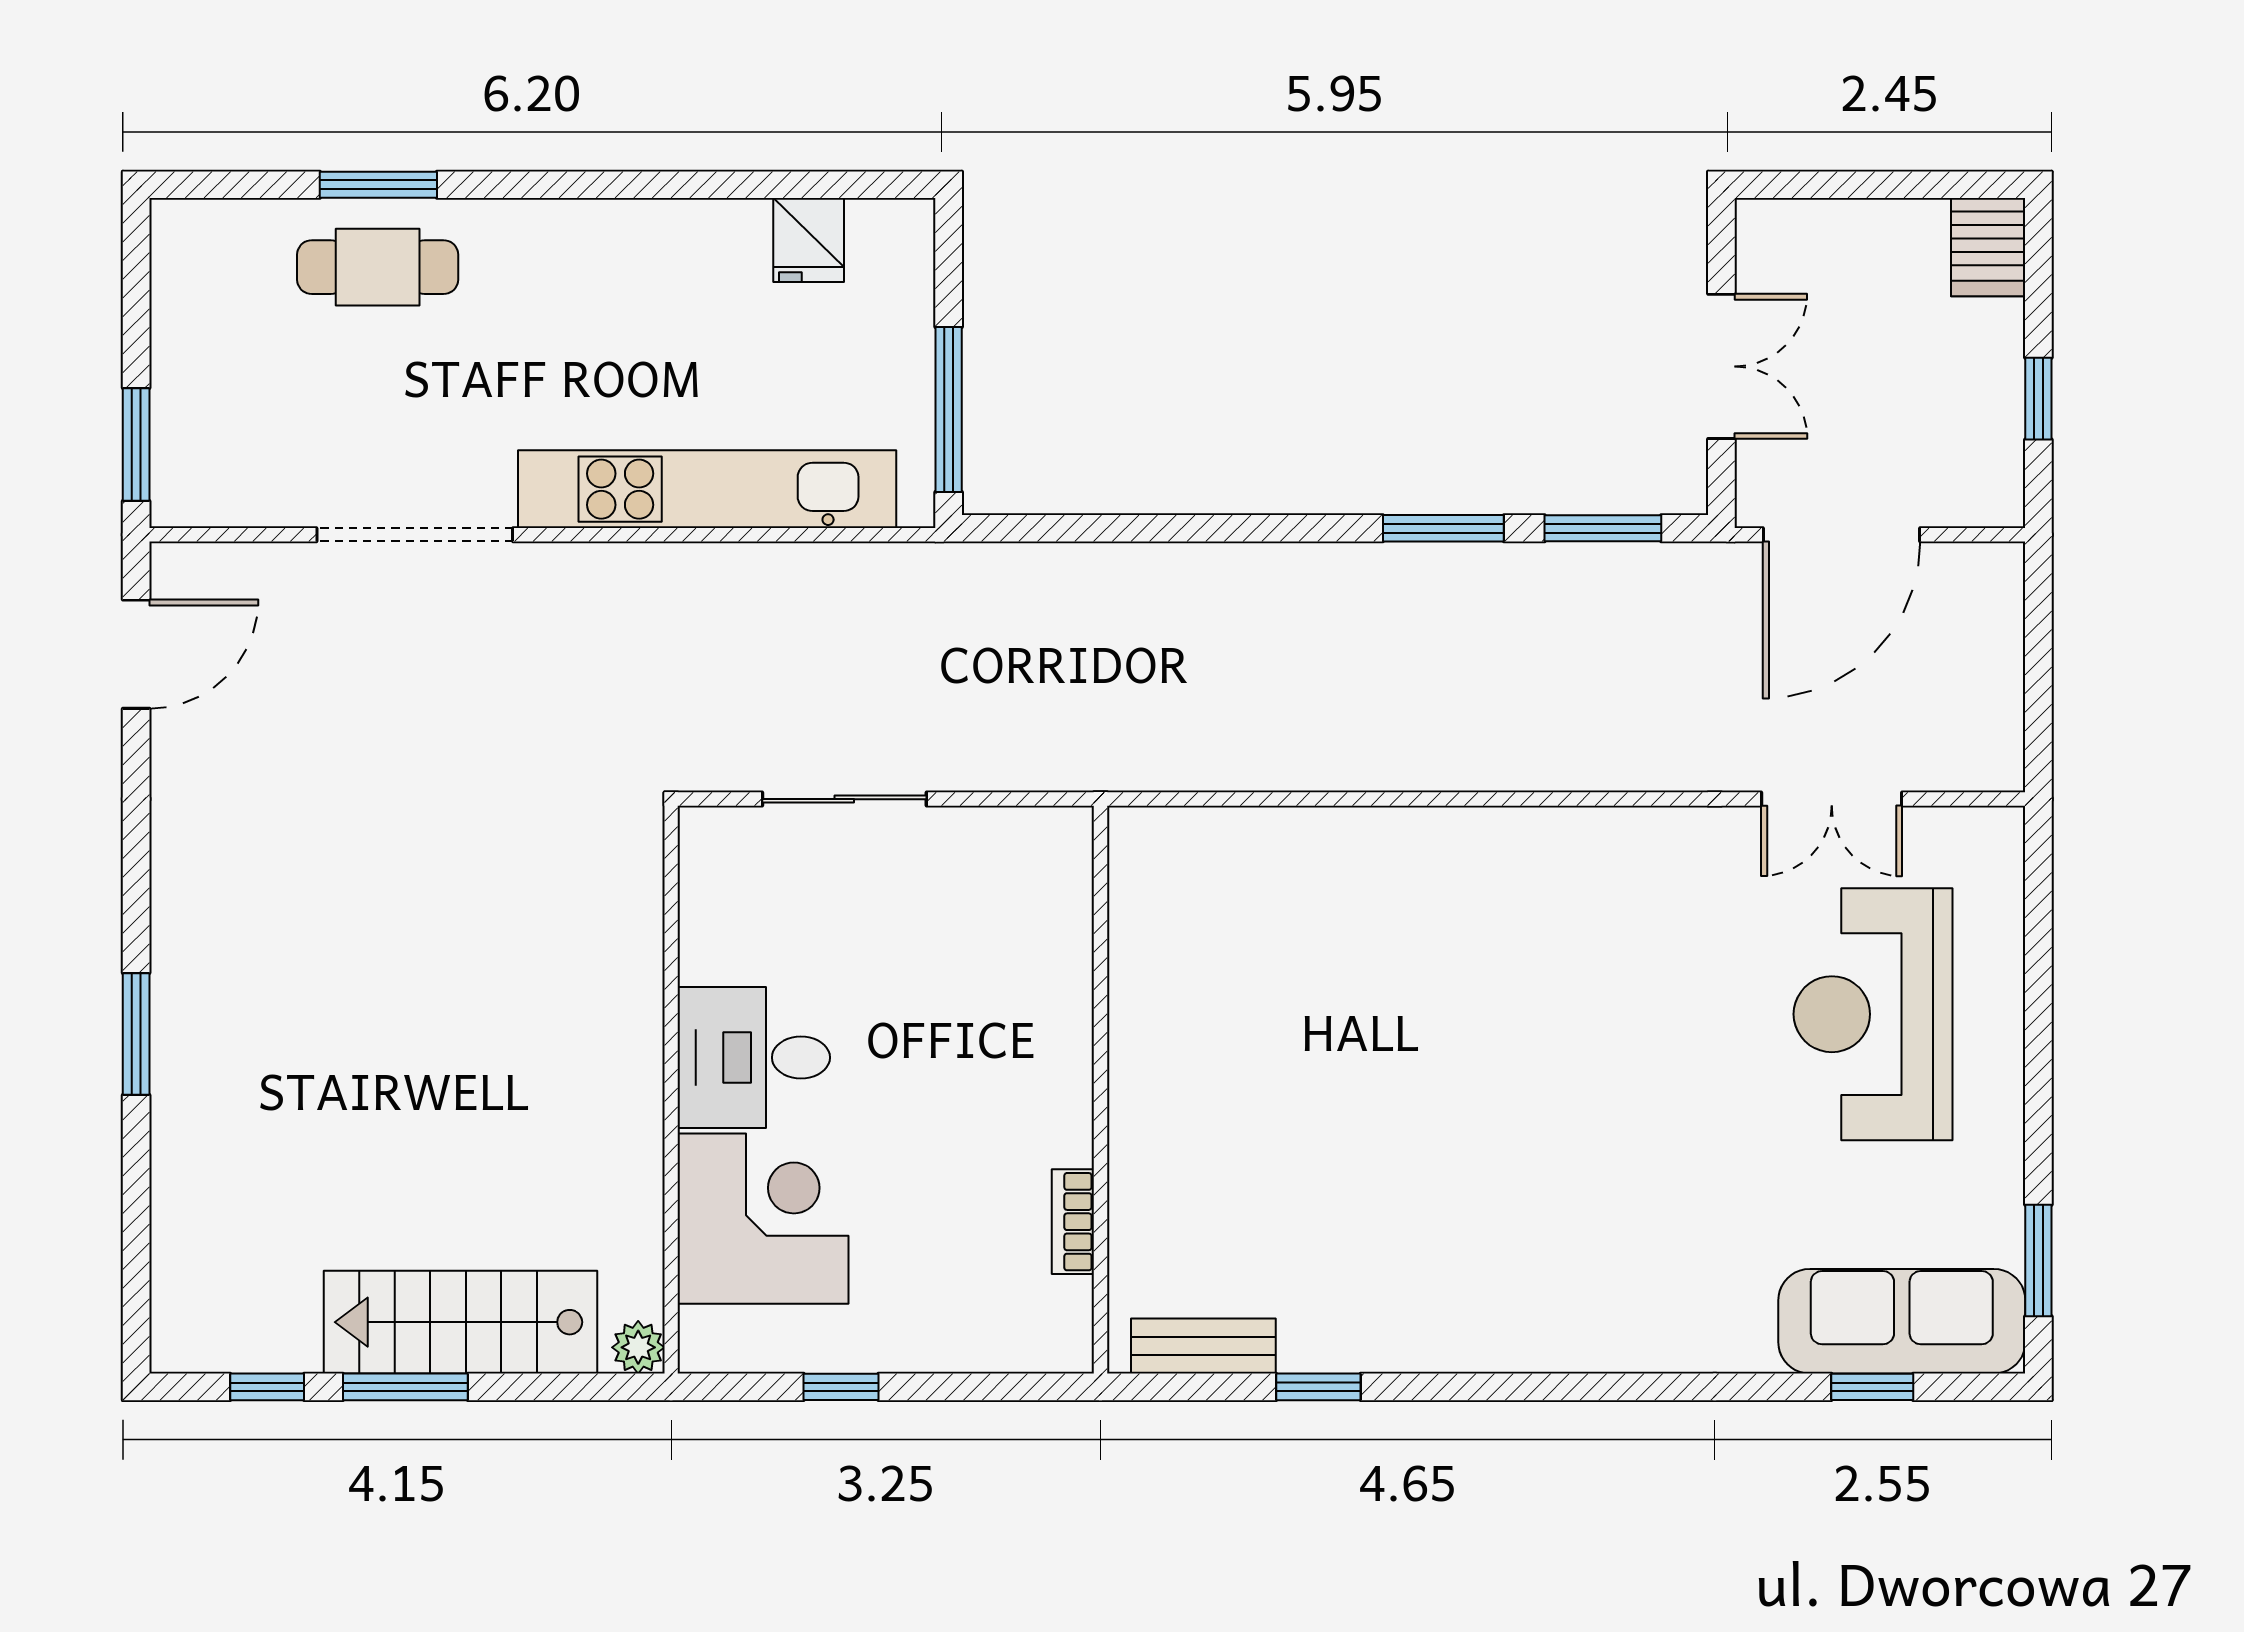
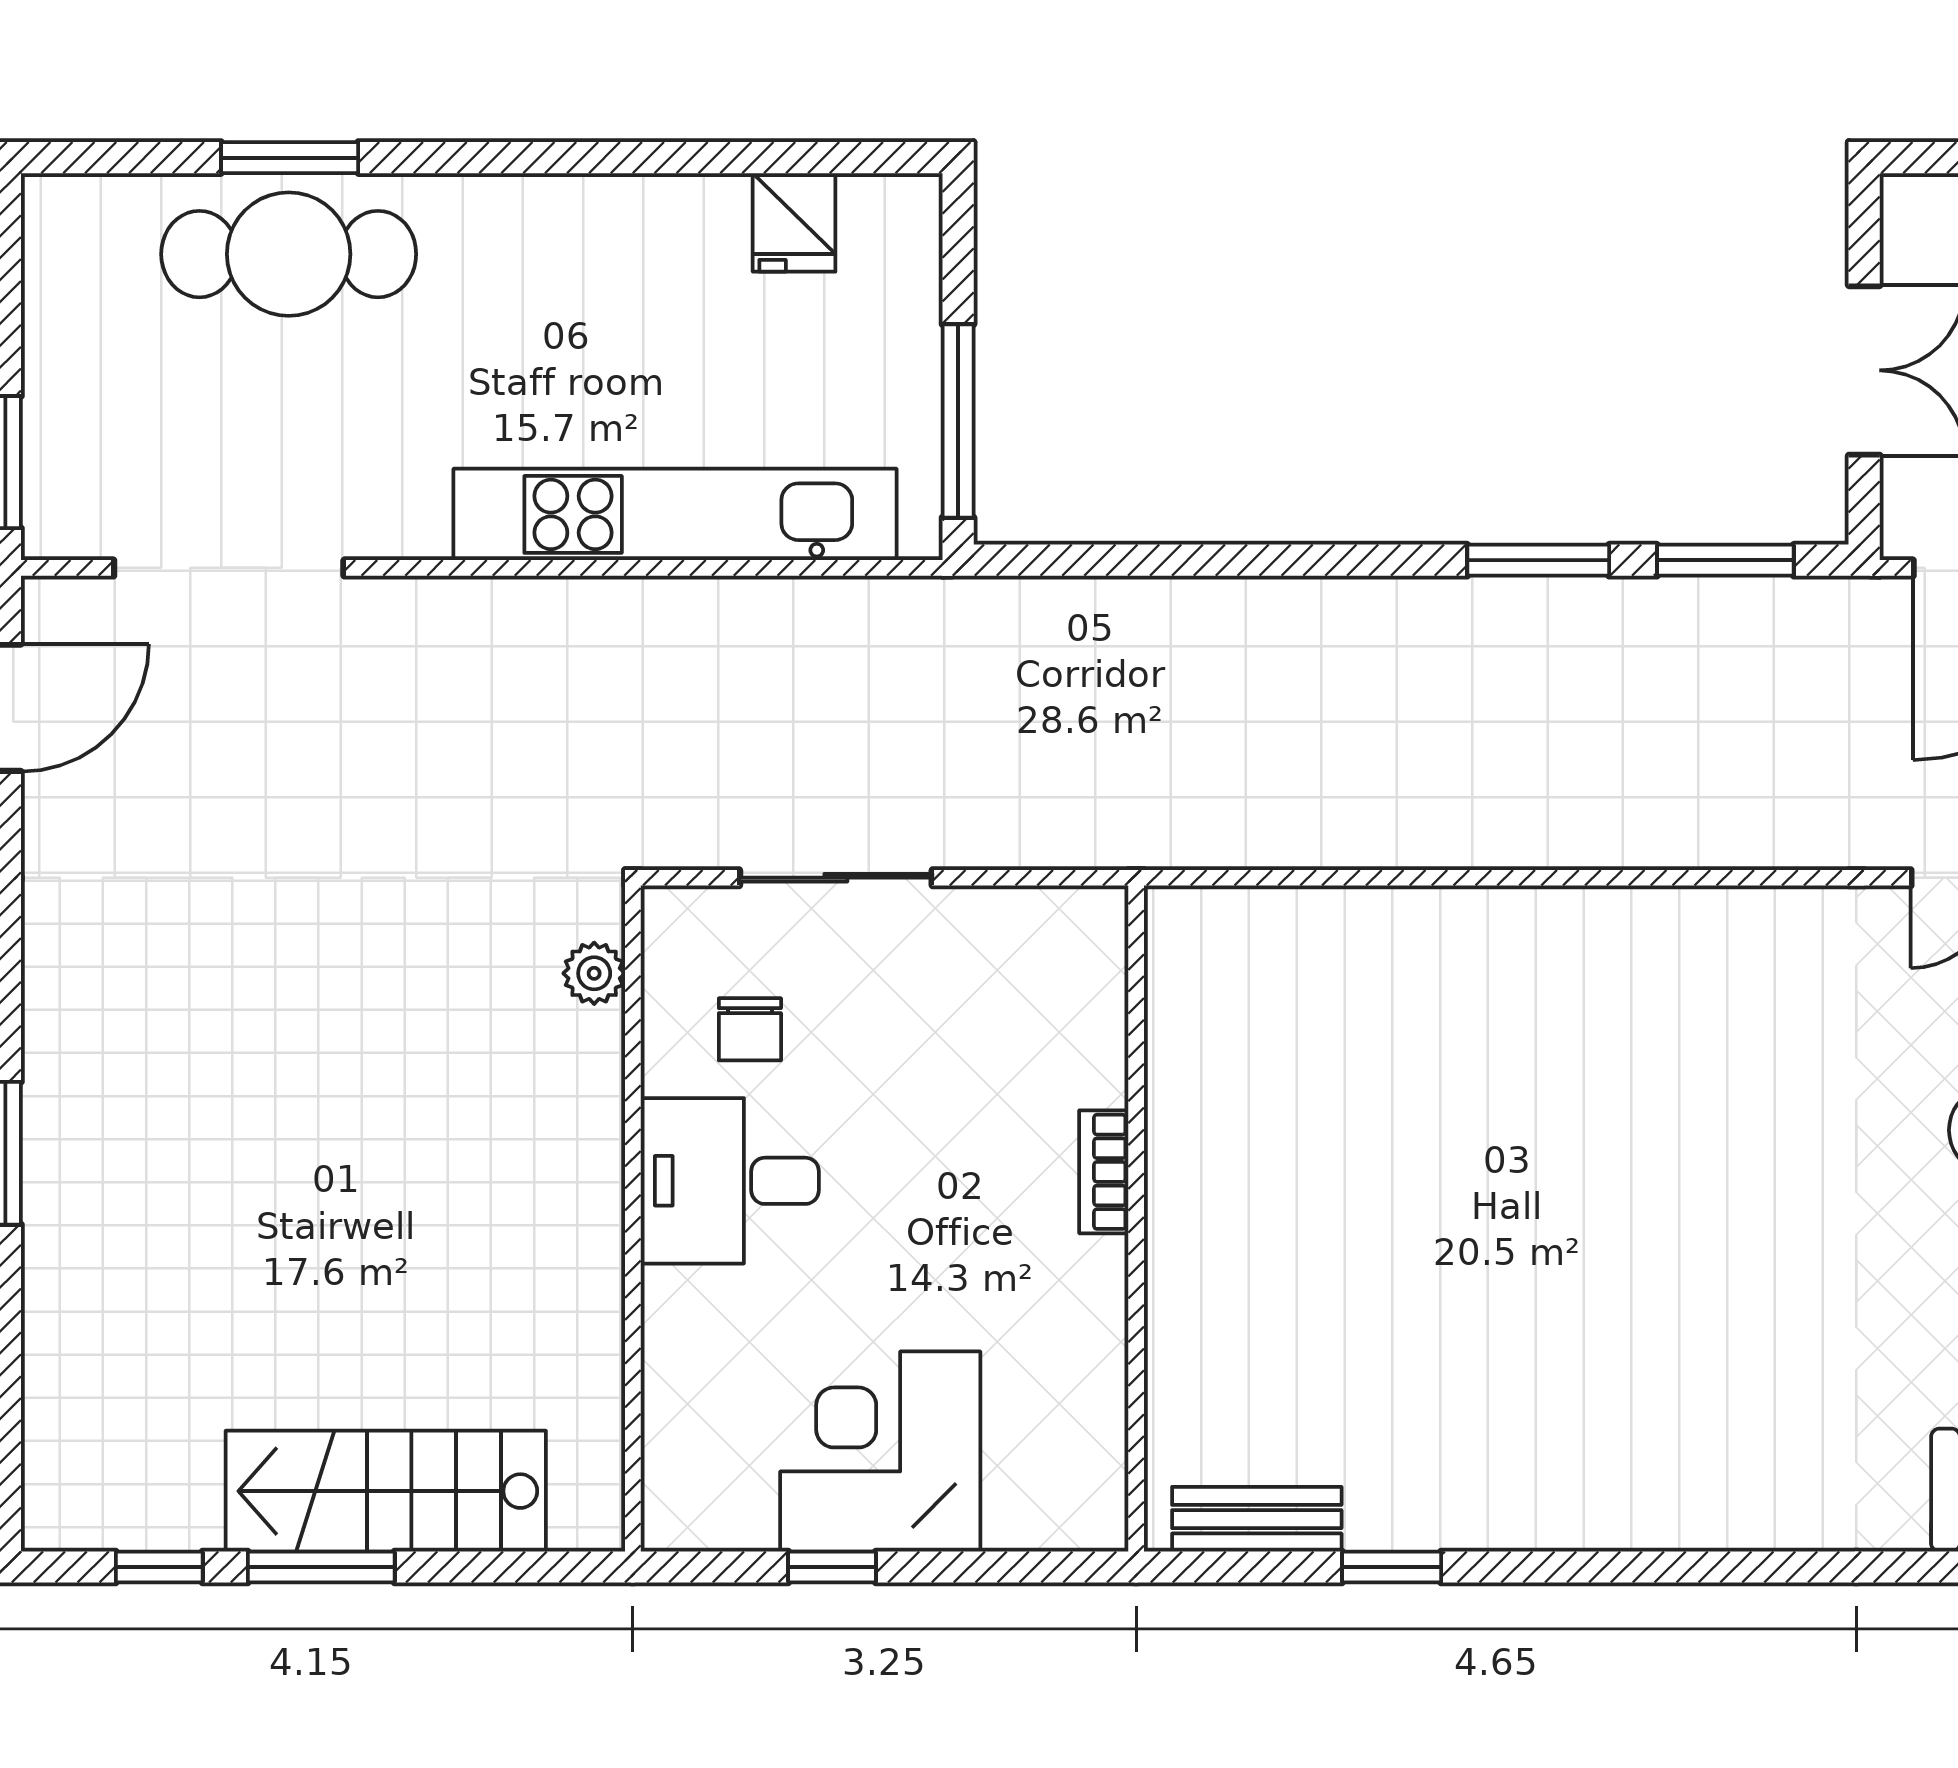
cafe table: (378, 267) -> (289, 254), width x1.37, depth x1.35
doorway: (415, 535) -> (229, 568), moved
chair: (771, 928) -> (750, 1029), added
corner desk: (763, 1219) -> (880, 1451), moved, turned -90
bookcase: (1073, 1222) -> (1104, 1172), moved
plant: (638, 1347) -> (594, 973), moved

